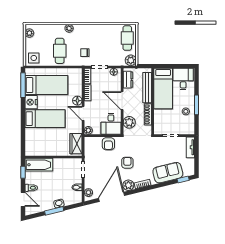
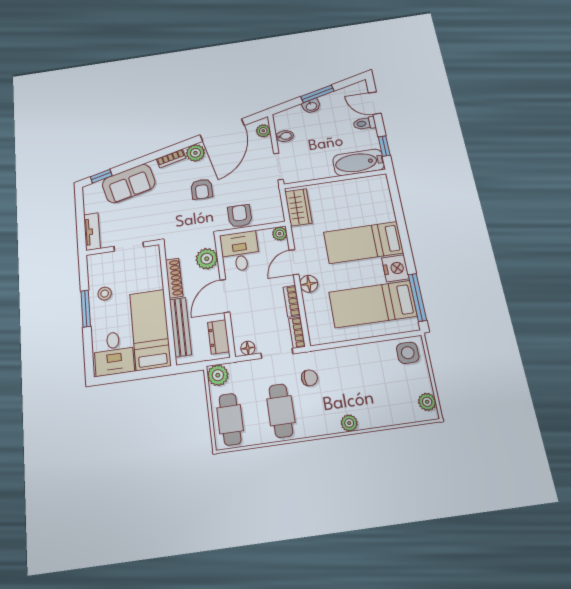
cafe table: (60, 51) -> (281, 411), moved
door: (122, 101) -> (225, 296), swing flipped
door: (83, 113) -> (294, 262), swing flipped

